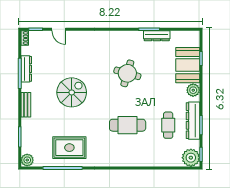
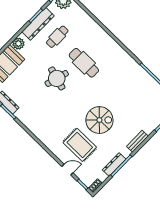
door: (59, 29) -> (67, 170), hinge flipped
round table: (127, 73) -> (57, 78), moved
spiral stairs: (72, 92) -> (99, 120), turned 180
rug: (69, 148) -> (80, 145), moved

